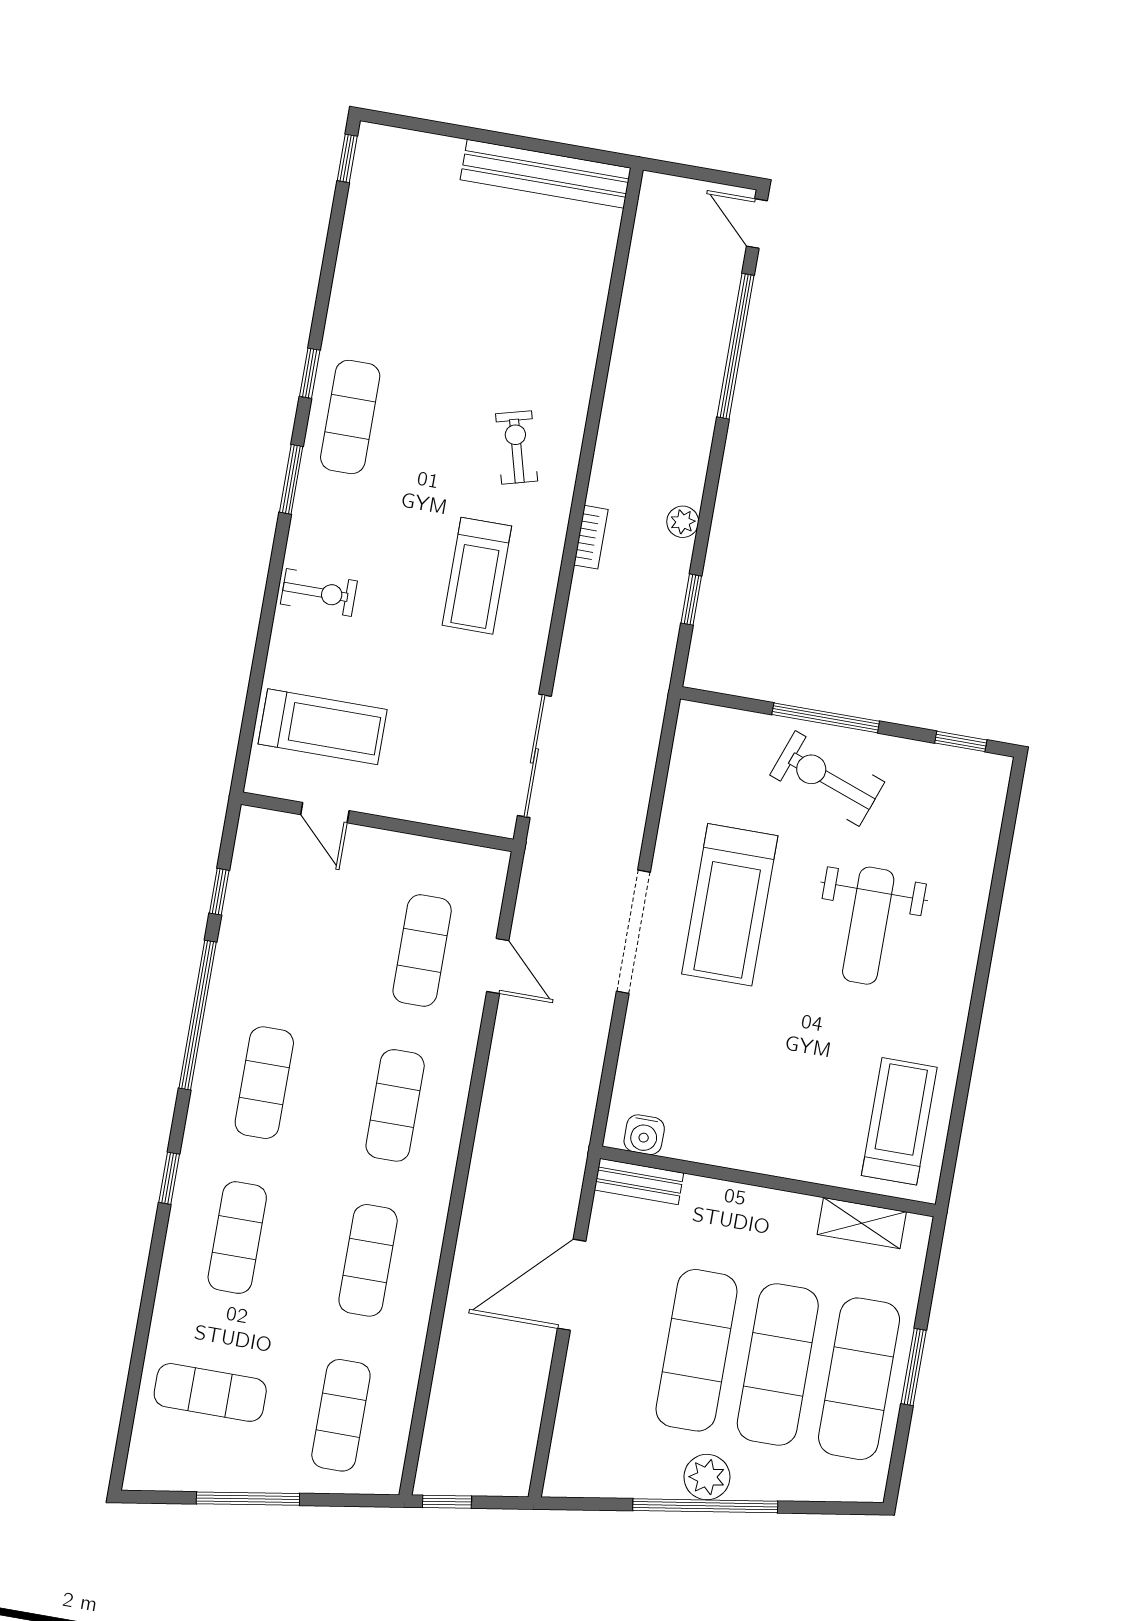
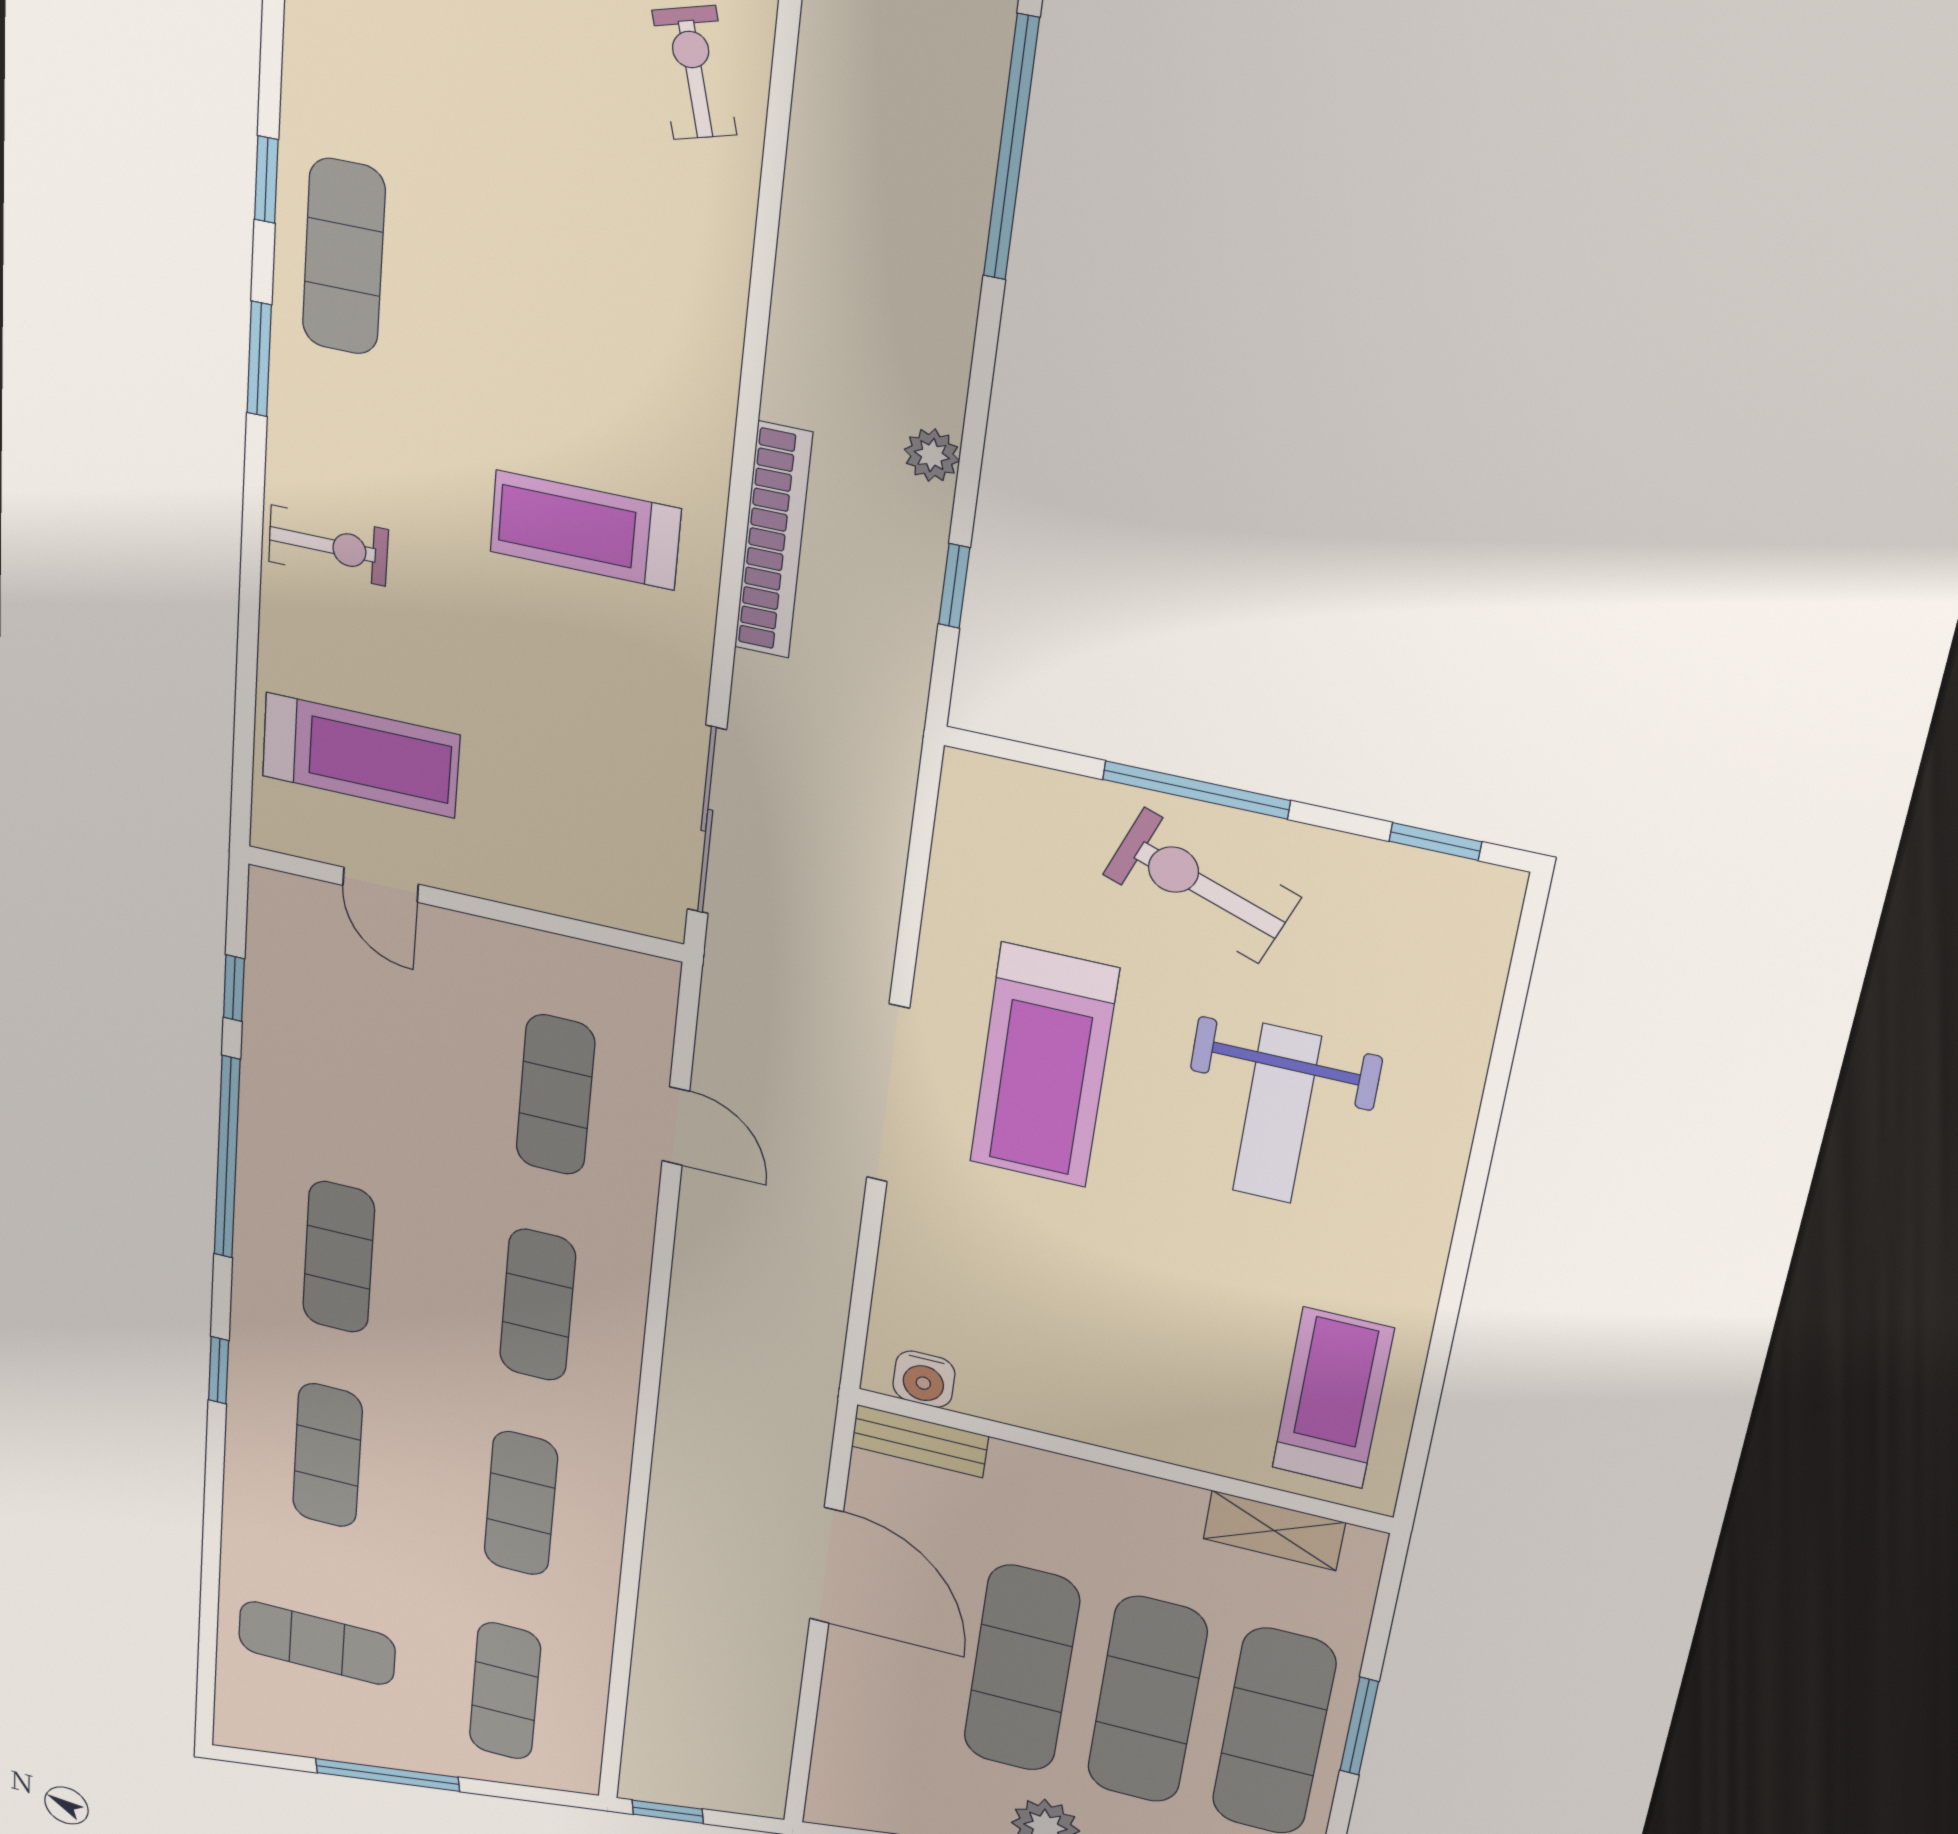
exercise bike: (517, 447) -> (695, 73), moved
bookcase: (591, 537) -> (773, 541), width x2.31, depth x1.31
treadmill: (477, 576) -> (585, 530), turned 90
door: (572, 1285) -> (826, 1566), swing flipped

